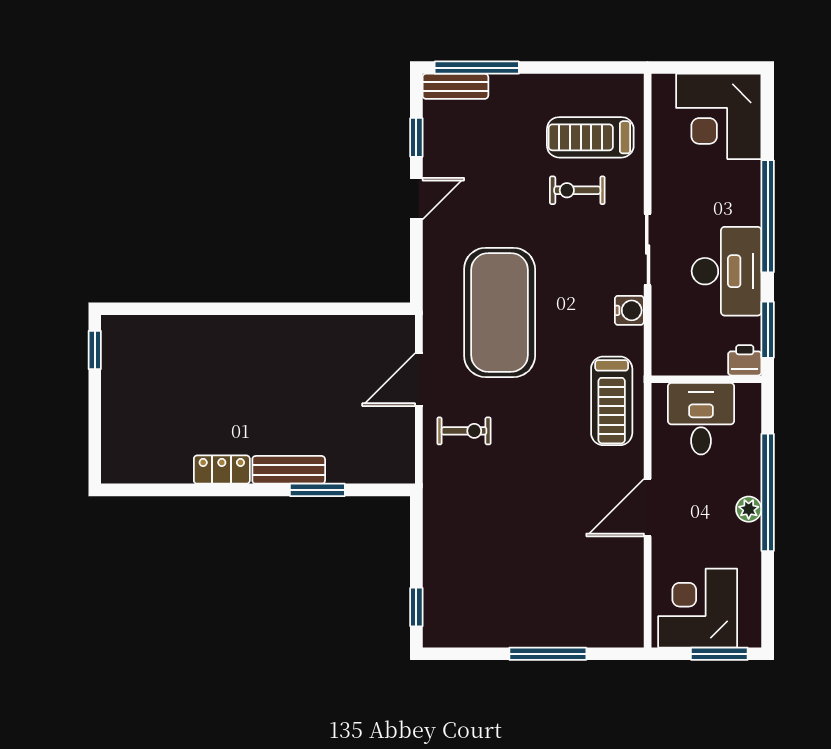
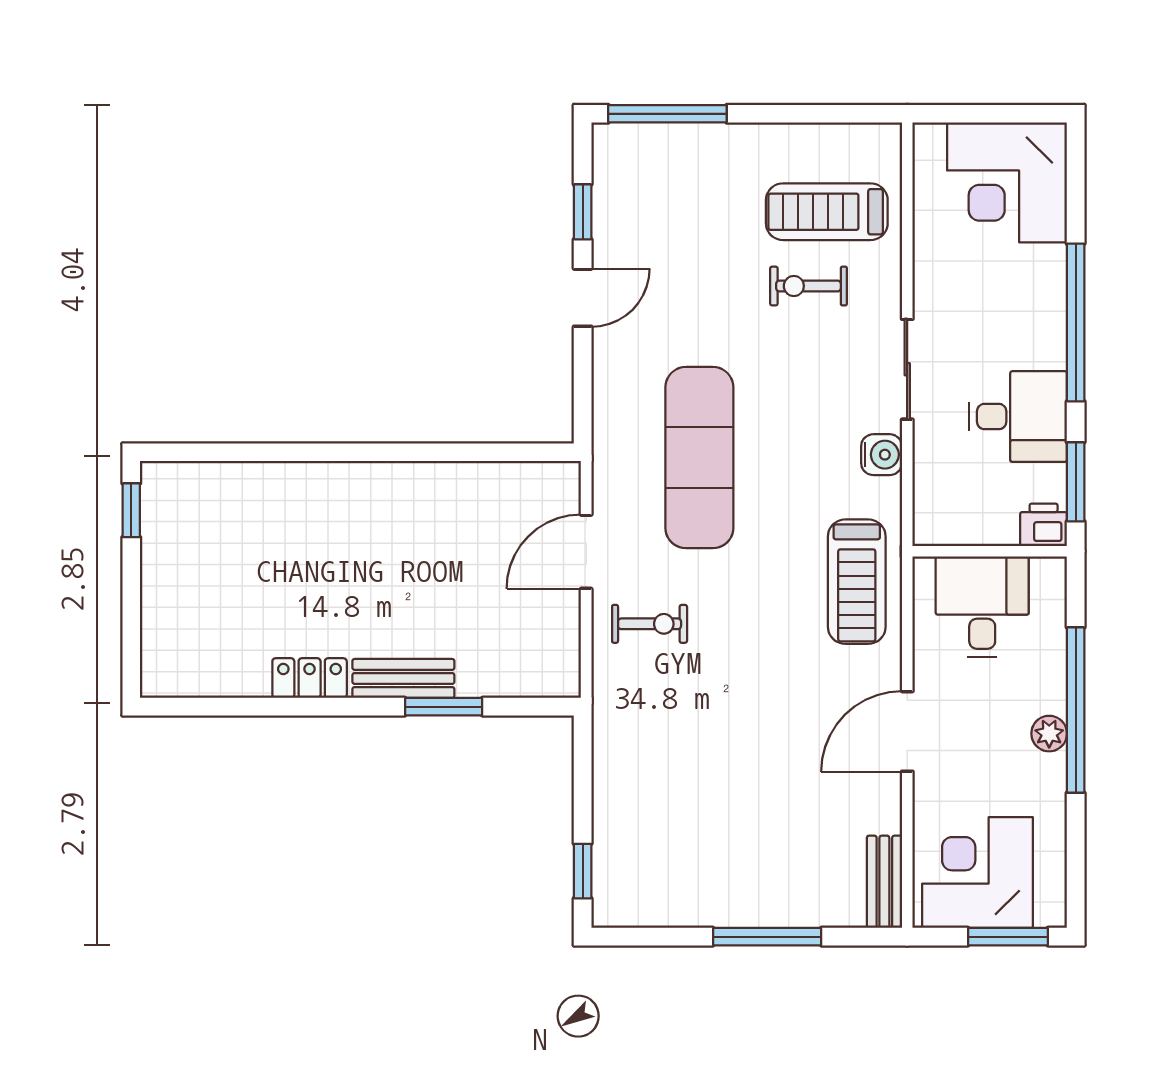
bench: (455, 86) -> (884, 882), moved, turned 90
desk: (727, 271) -> (1018, 417), width x0.73
exercise mat: (500, 312) -> (699, 458), width x0.68

